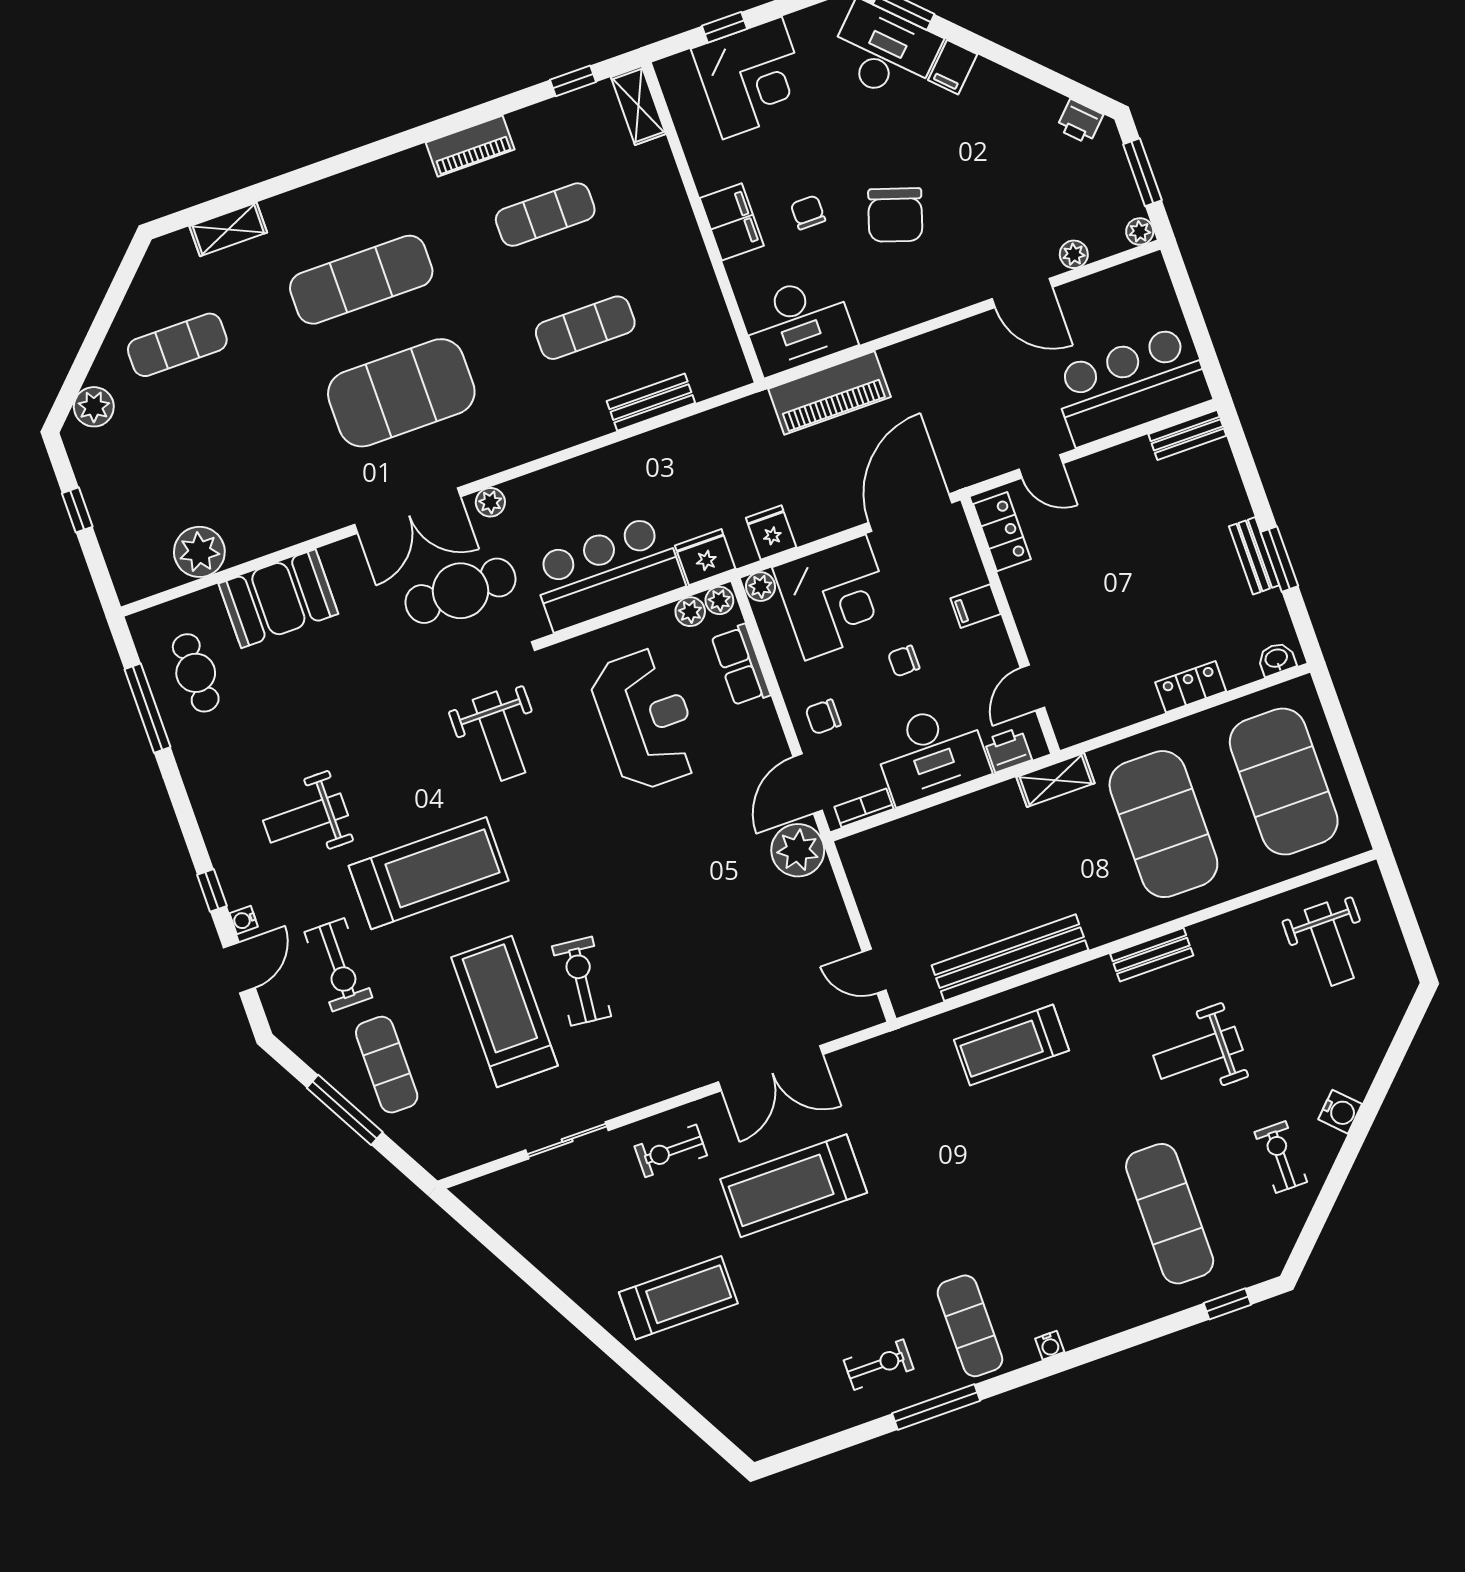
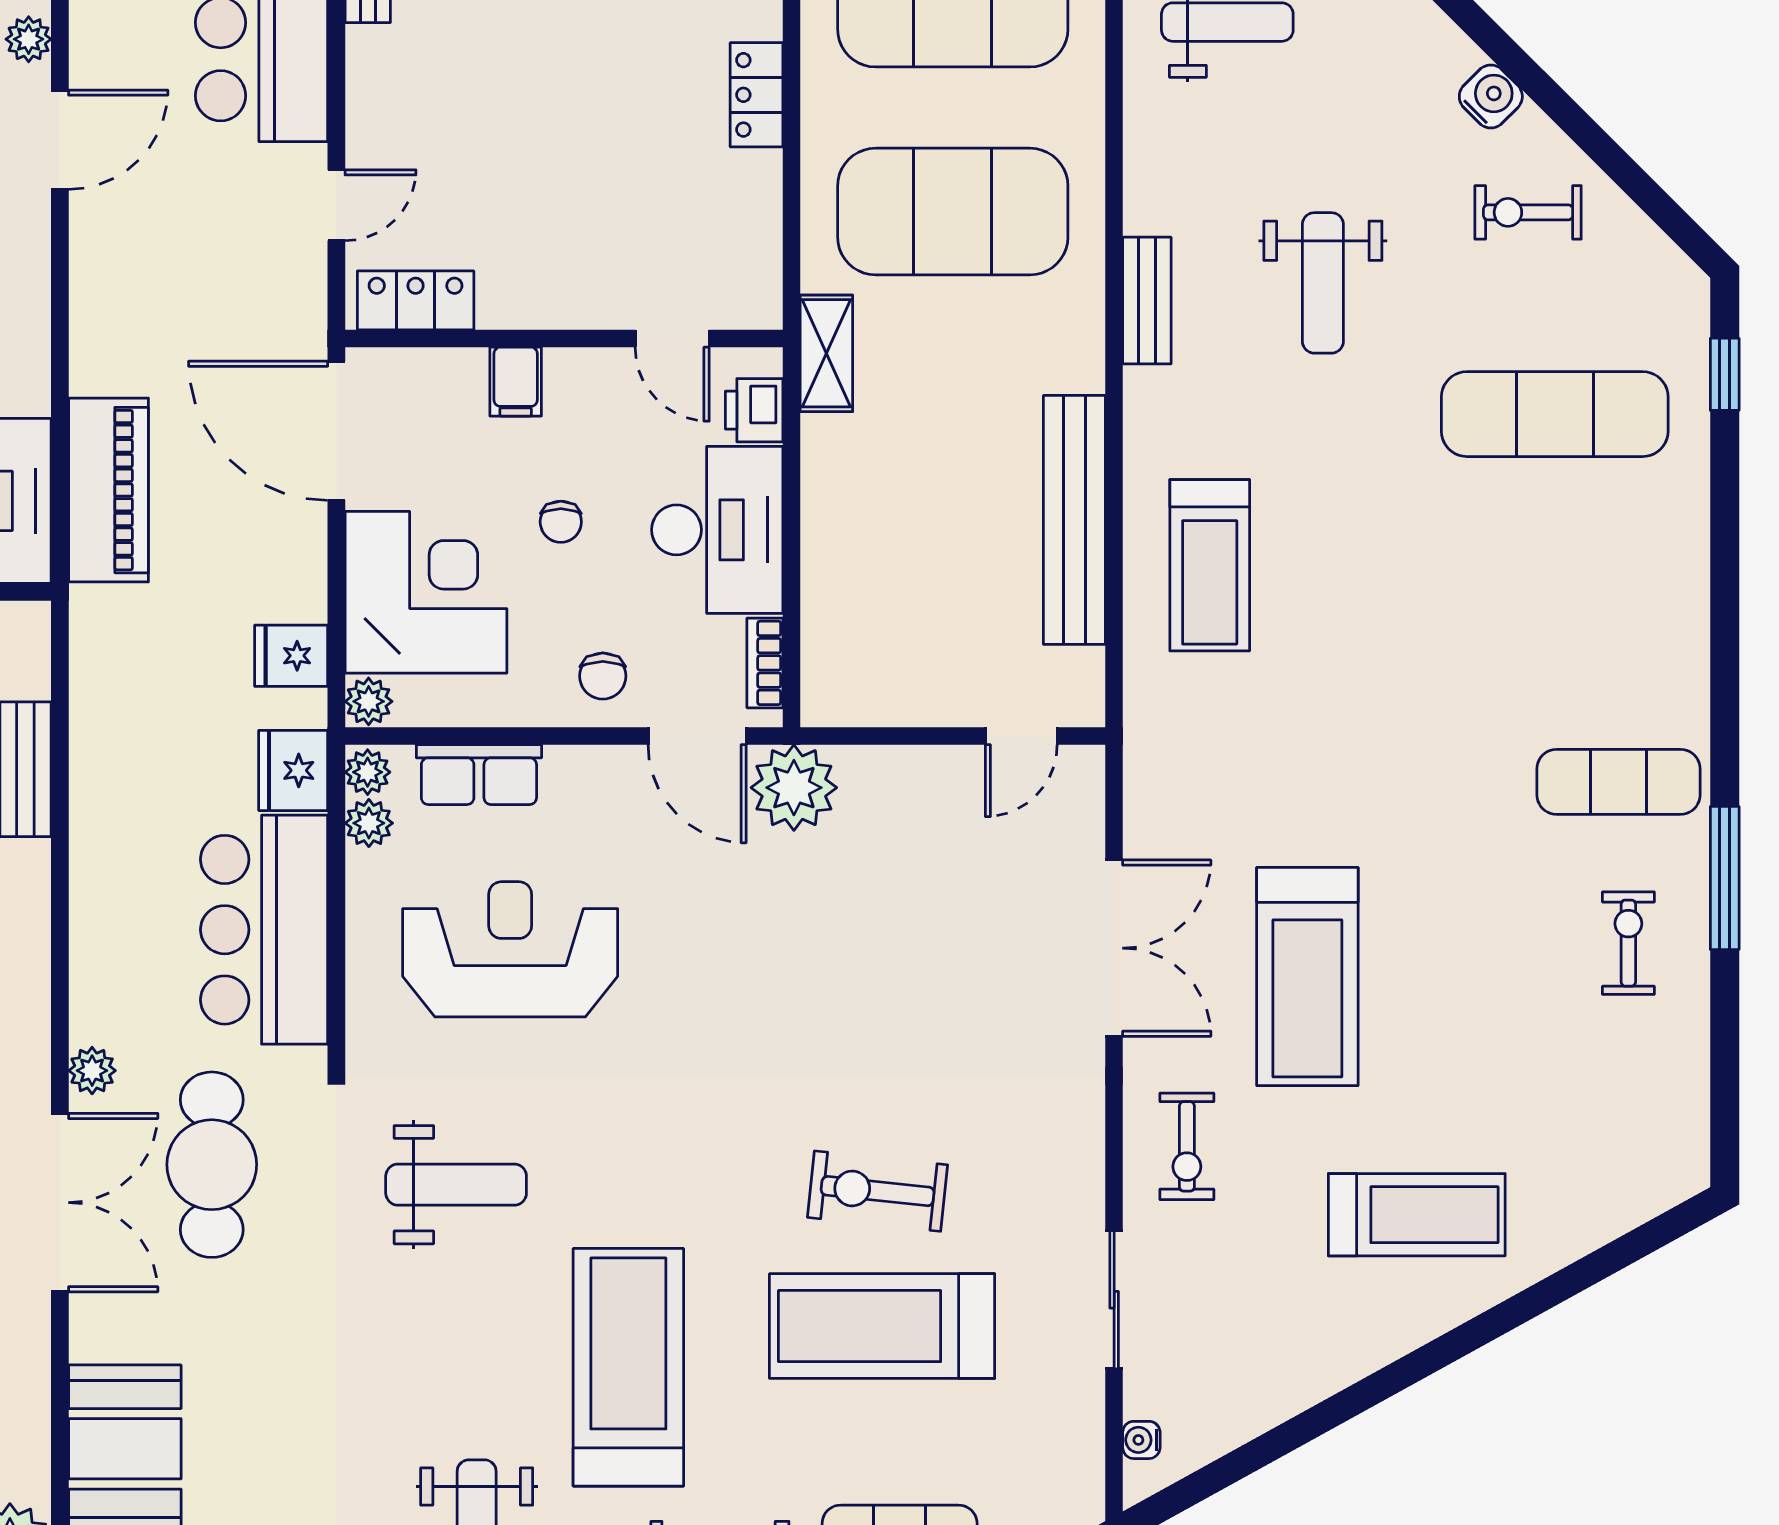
treadmill: (678, 1298) -> (1417, 1215), turned 90
water cooler: (1050, 1345) -> (1141, 1440), moved, turned 180

